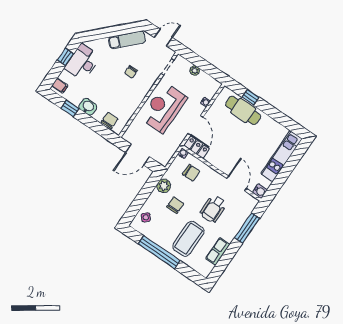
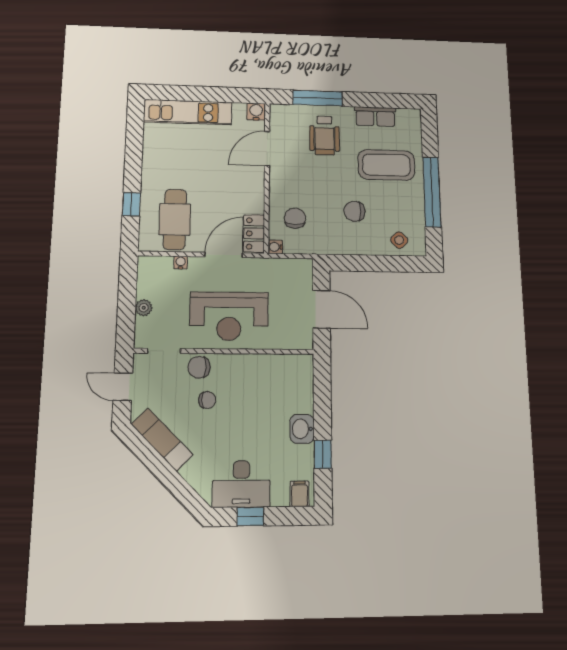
cafe table: (243, 110) -> (175, 219), moved
chair: (110, 120) -> (199, 367), moved
plant: (164, 186) -> (339, 244), removed
wheelchair: (213, 209) -> (325, 135), moved, turned 90

